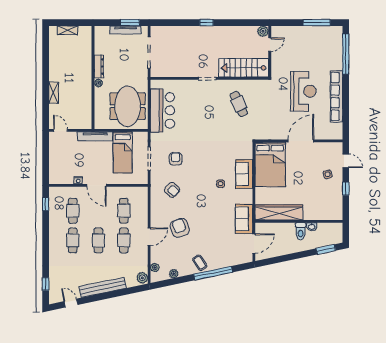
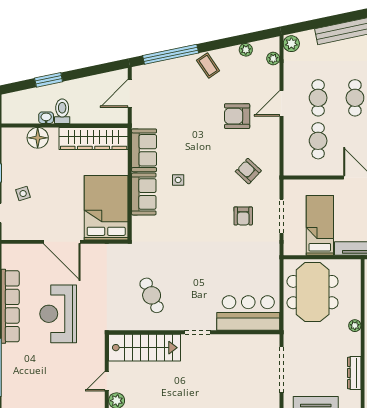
dresser: (99, 67) -> (354, 373), moved
bar counter: (162, 110) -> (248, 313), moved, turned 90
door: (301, 141) -> (62, 242), hinge flipped
floor lamp: (318, 213) -> (38, 138), added
sofa: (244, 219) -> (144, 150), moved
armchair: (180, 228) -> (237, 116), turned 110
window: (326, 249) -> (49, 80), moved
window: (213, 273) -> (171, 54), moved

